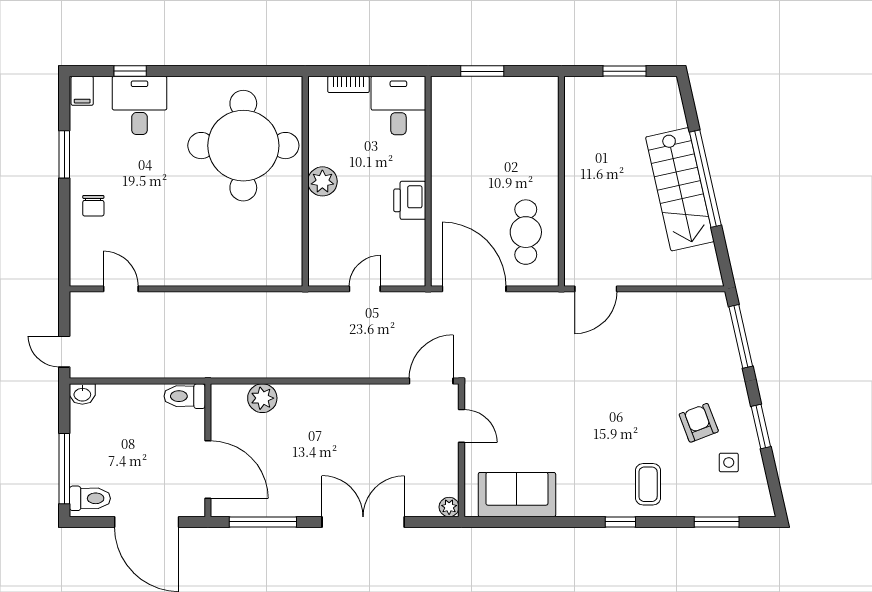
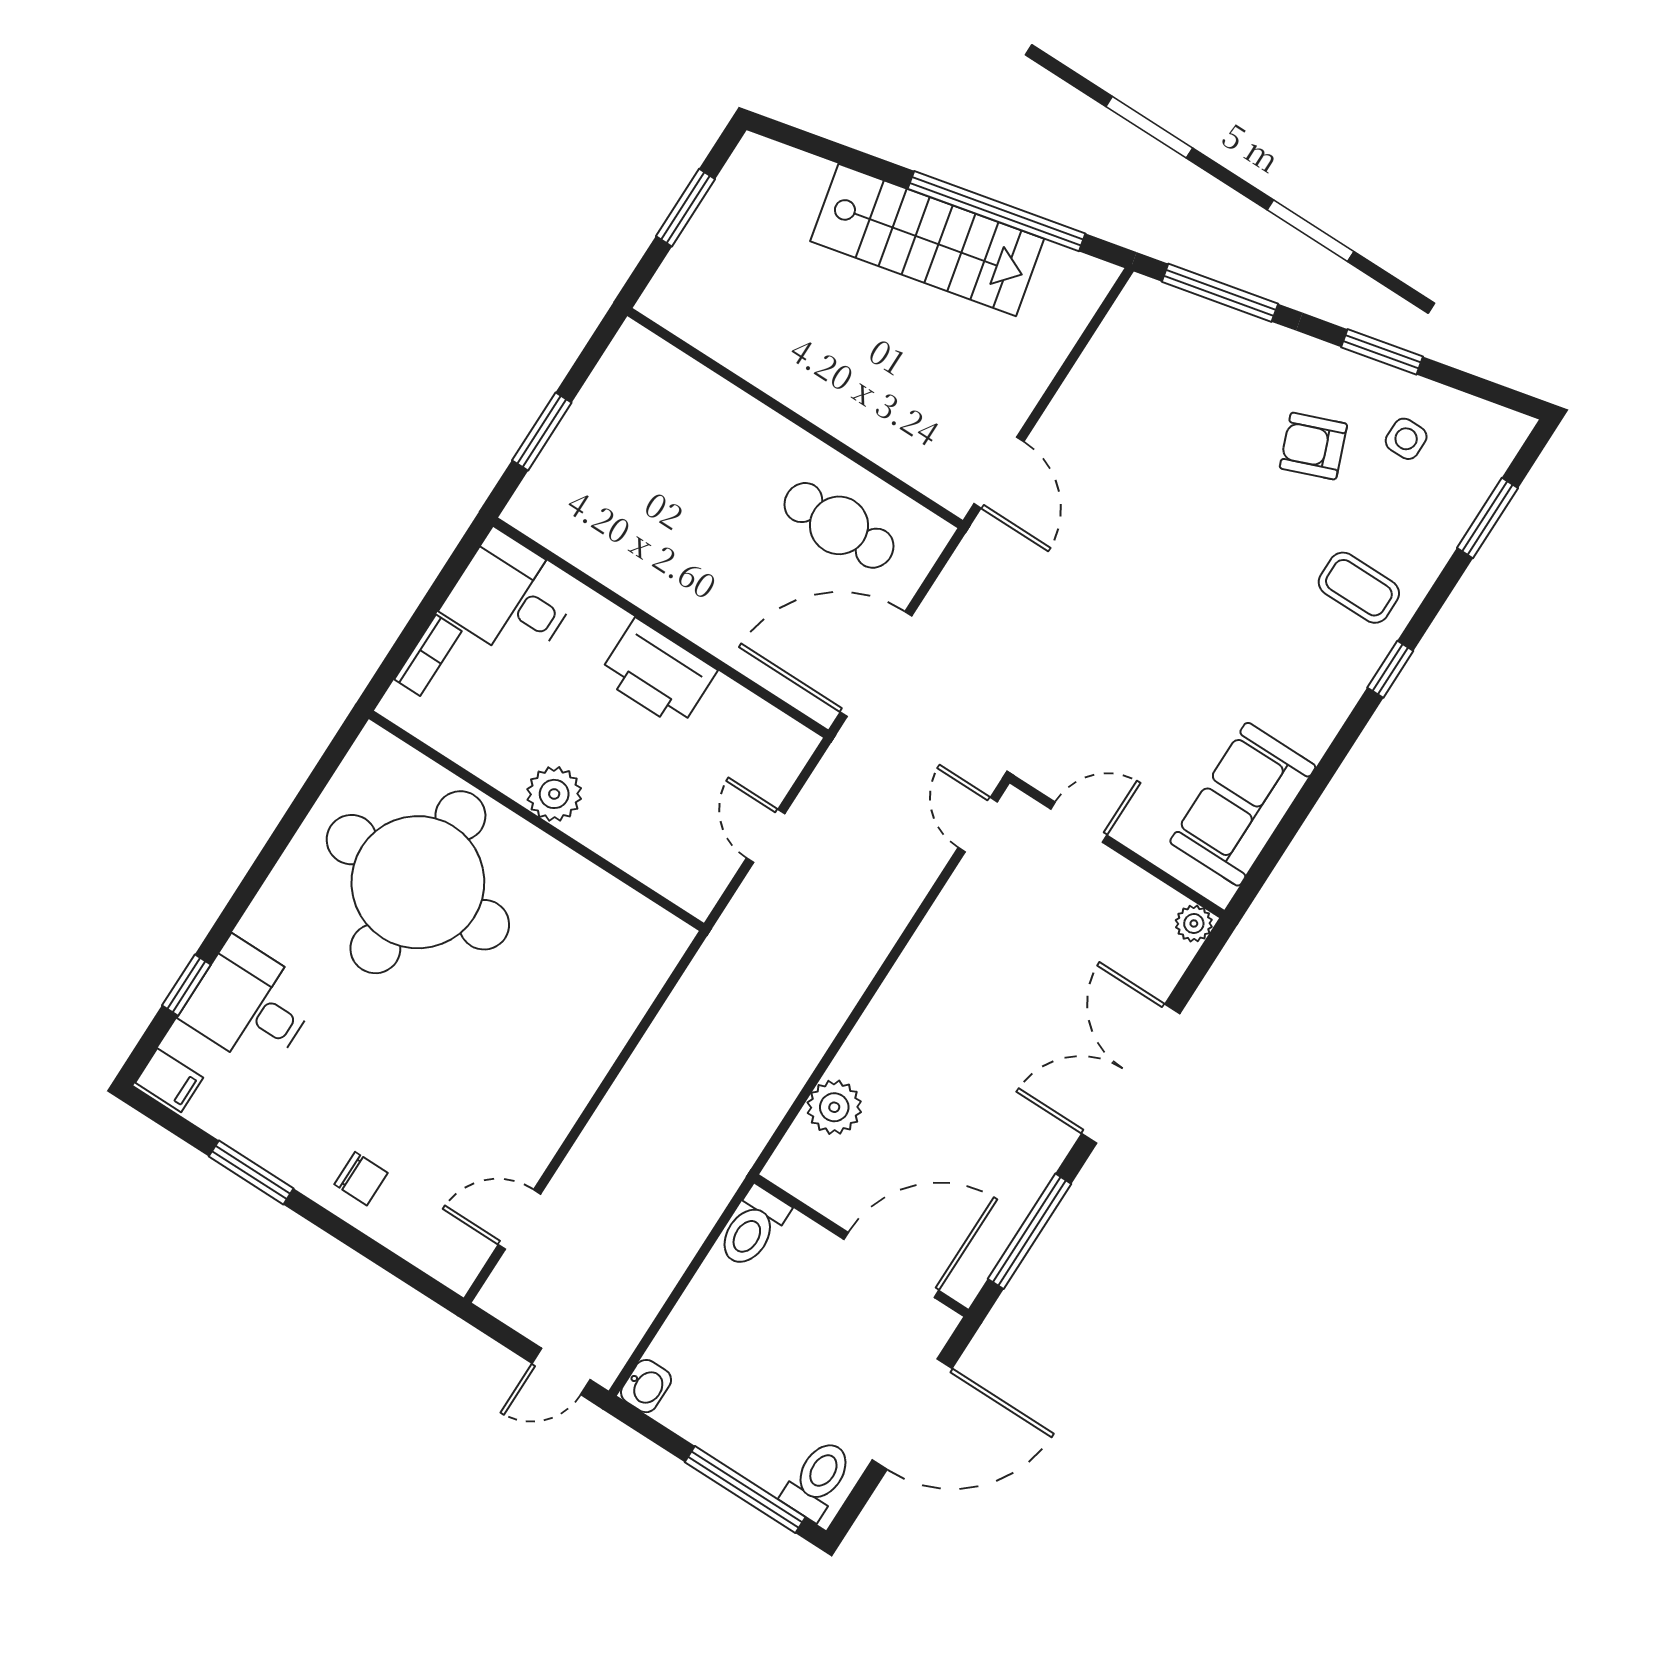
window: (705, 179) -> (997, 211), moved
printer: (410, 200) -> (658, 673), width x1.37, depth x1.19
door: (431, 381) -> (978, 825), width x0.73

